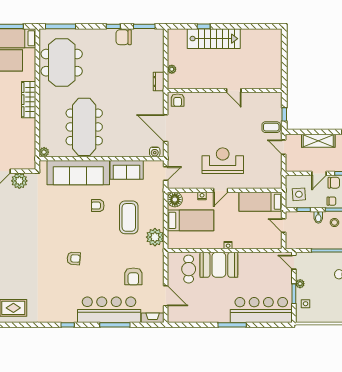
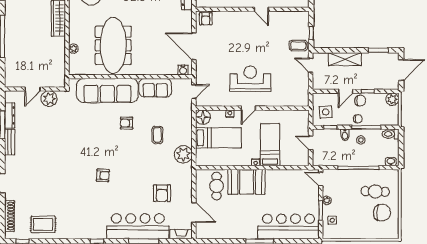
plant: (44, 152) -> (73, 49), moved
bed: (261, 202) -> (270, 145), moved, turned 90
coffee table: (129, 217) -> (157, 135), width x0.54, depth x0.58

